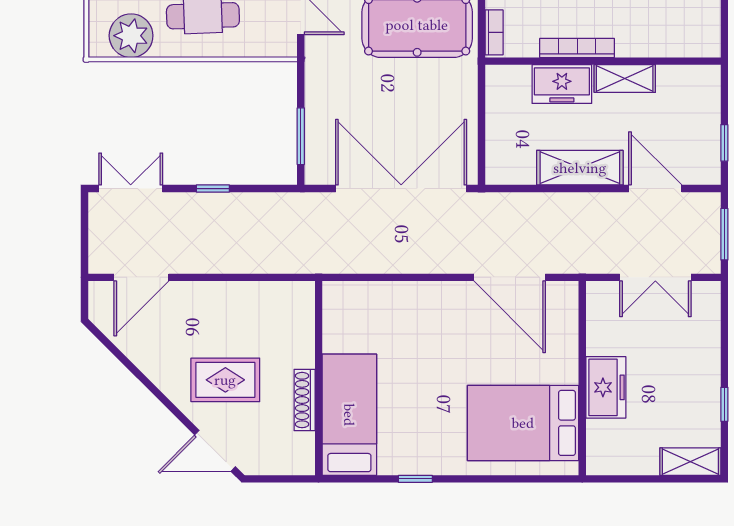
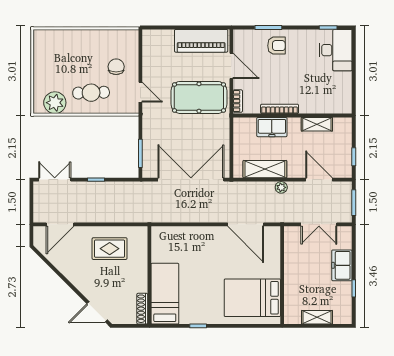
shelving: (625, 79) -> (317, 124), moved
shelving: (580, 168) -> (265, 169), moved
plant: (580, 204) -> (281, 187), added
rug: (225, 380) -> (110, 249), moved
freezer: (606, 387) -> (342, 265), moved, turned 180
shoe rack: (305, 400) -> (142, 309), moved
shelving: (690, 462) -> (317, 317), moved

